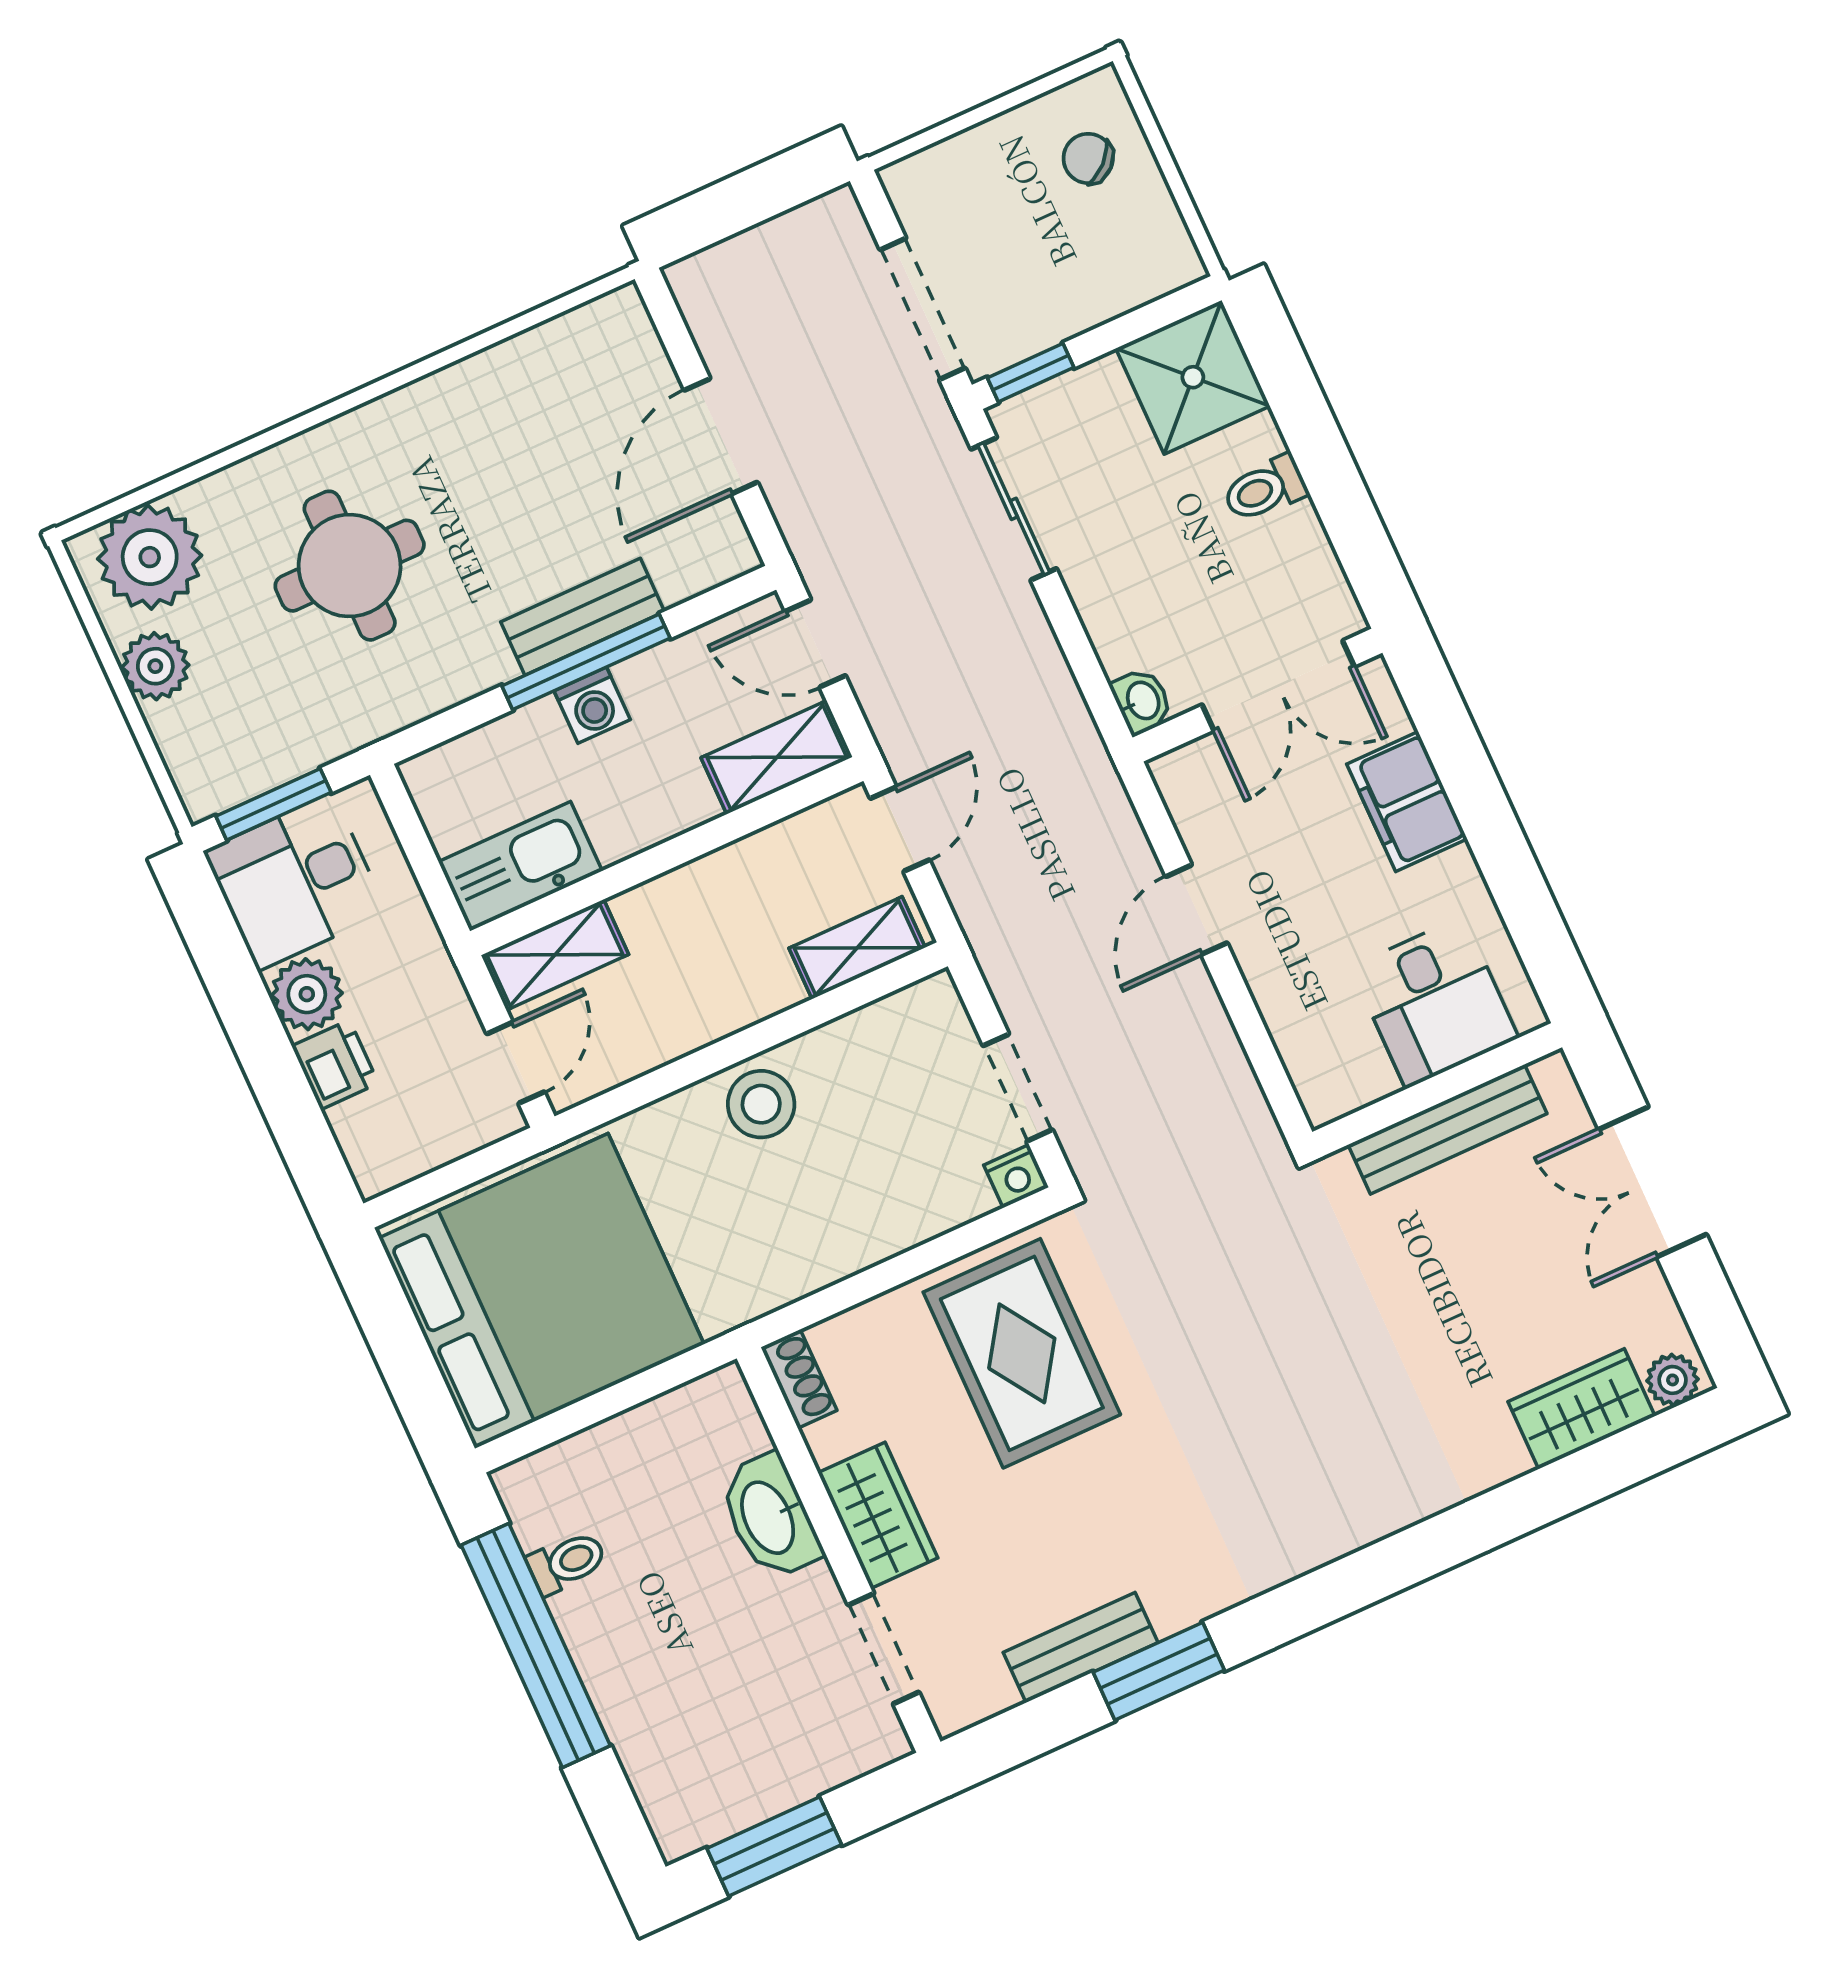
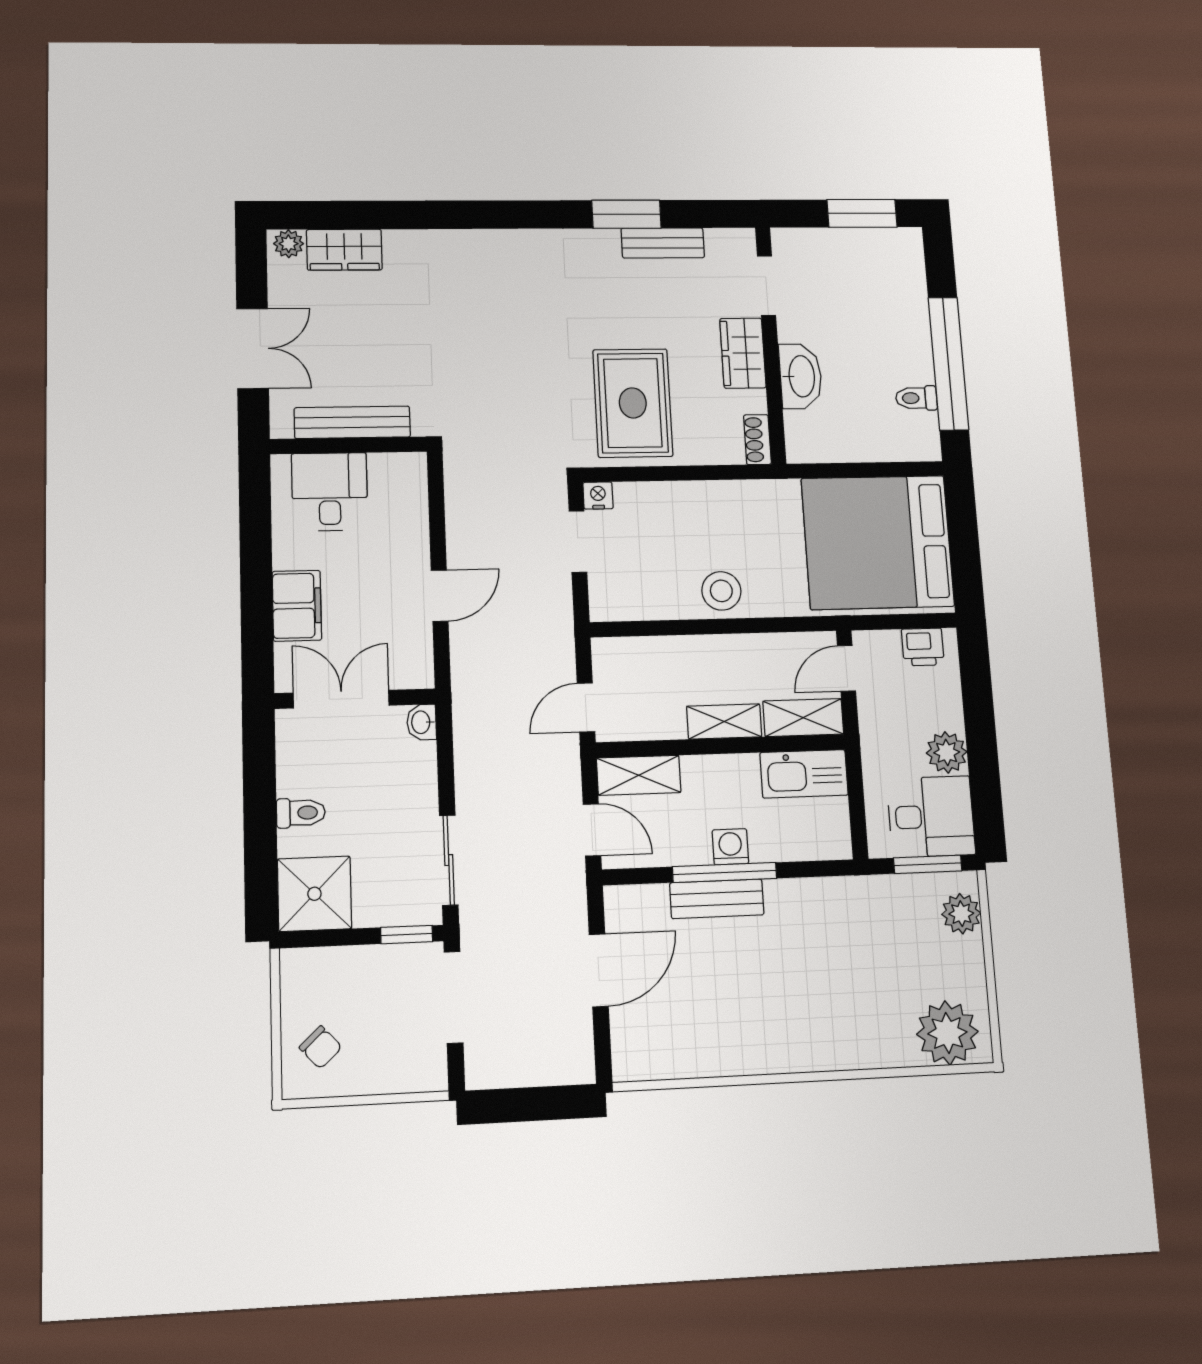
round table: (350, 566) -> (837, 982), removed
plant: (155, 666) -> (961, 914), moved
shelving: (857, 948) -> (724, 721), moved
printer: (335, 1065) -> (923, 647), moved, turned -90

